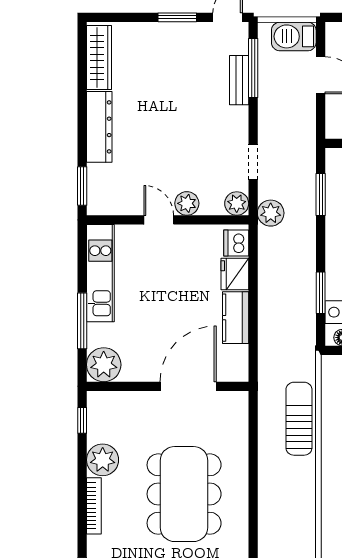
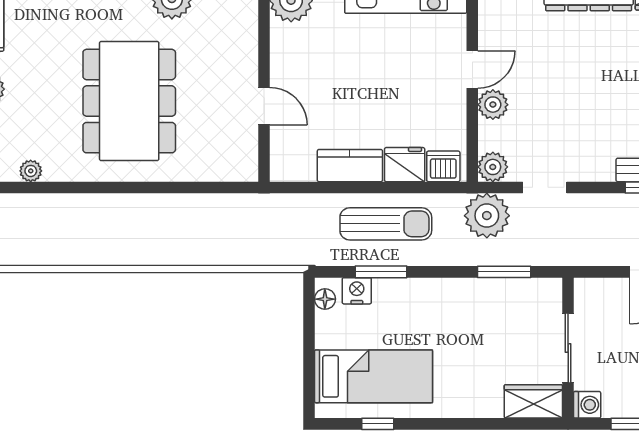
plant: (271, 213) -> (487, 216), width x1.36, depth x1.36
door: (188, 386) -> (264, 106), width x0.53
sun lounger: (299, 419) -> (386, 224), moved
dining table: (184, 494) -> (129, 101), turned 90

